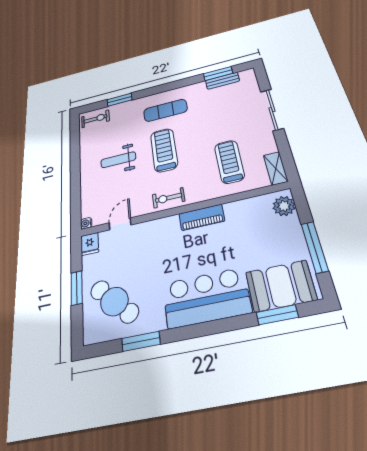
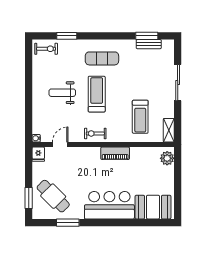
treadmill: (229, 162) -> (140, 117), turned 180
window: (315, 247) -> (178, 189), removed
window: (77, 288) -> (29, 198), moved
window: (277, 315) -> (147, 223), removed

